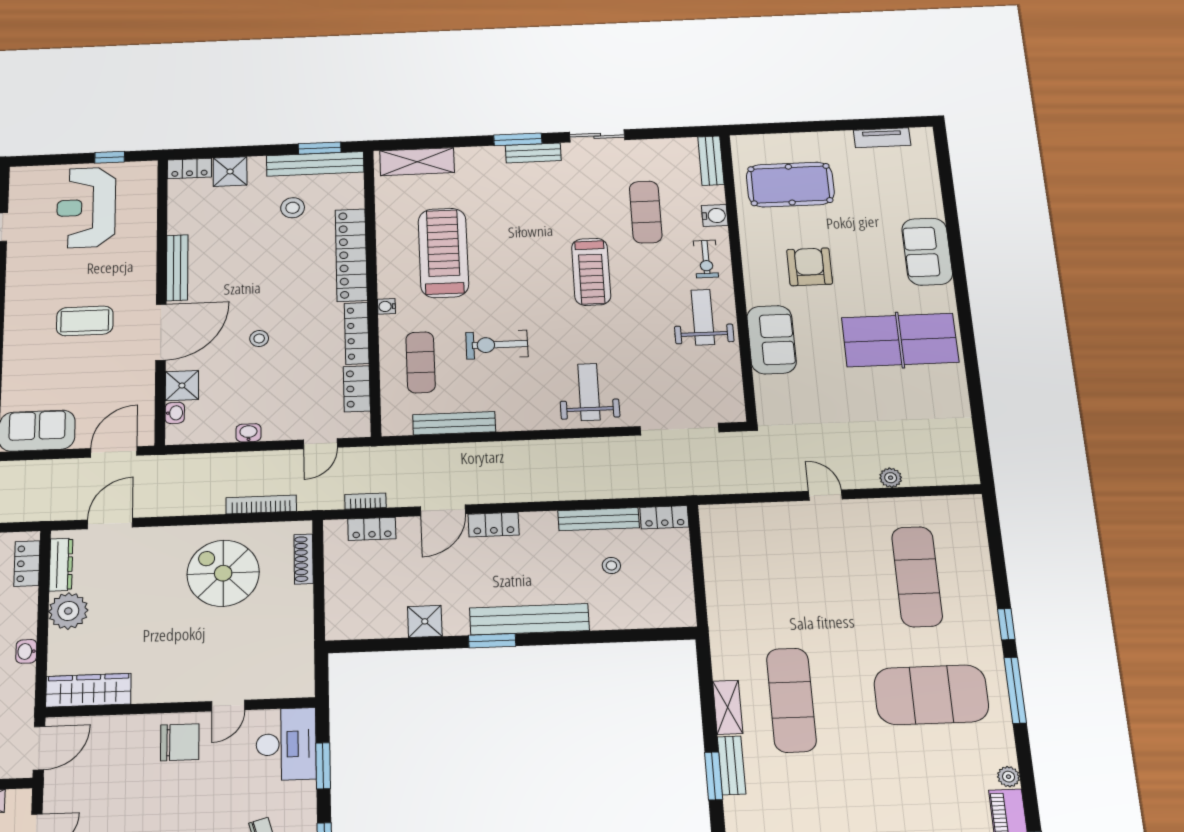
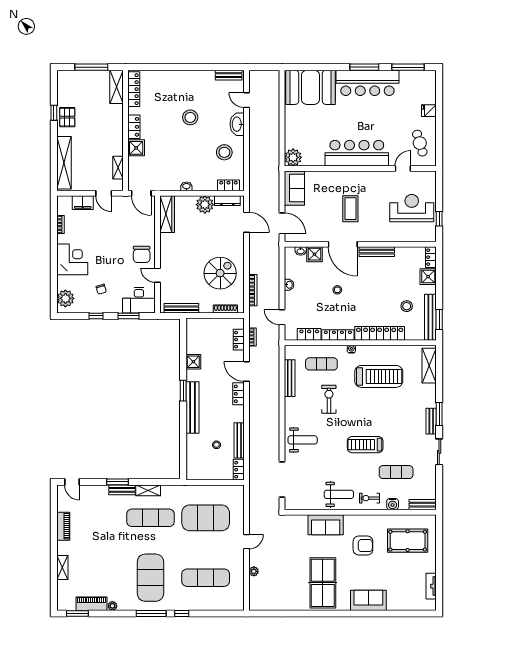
pool table: (790, 185) -> (408, 541), turned 90
exercise mat: (780, 582) -> (206, 518), added
bench: (303, 652) -> (181, 308), added

